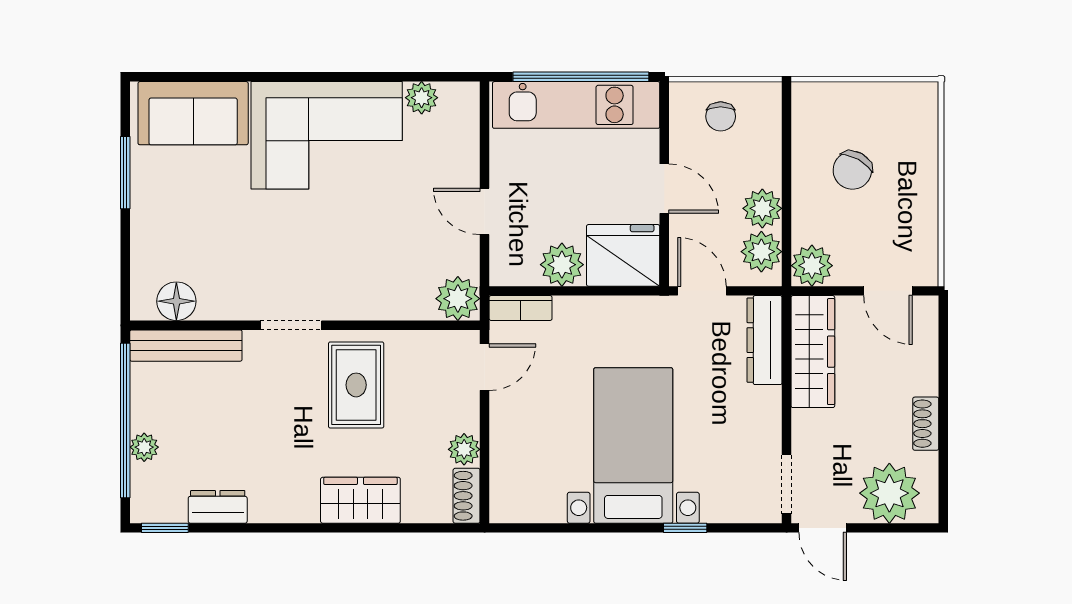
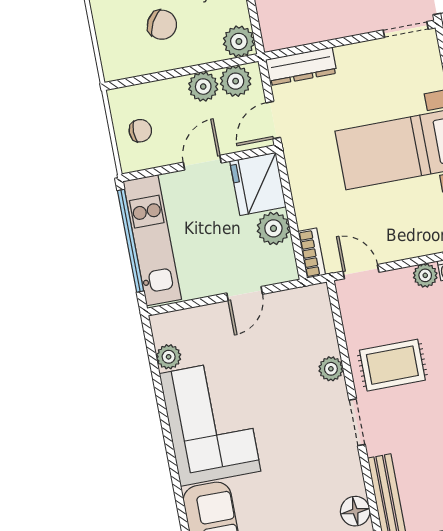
plant: (458, 299) -> (331, 369), moved, width x0.73, depth x0.73
wardrobe: (813, 352) -> (303, 29), removed

